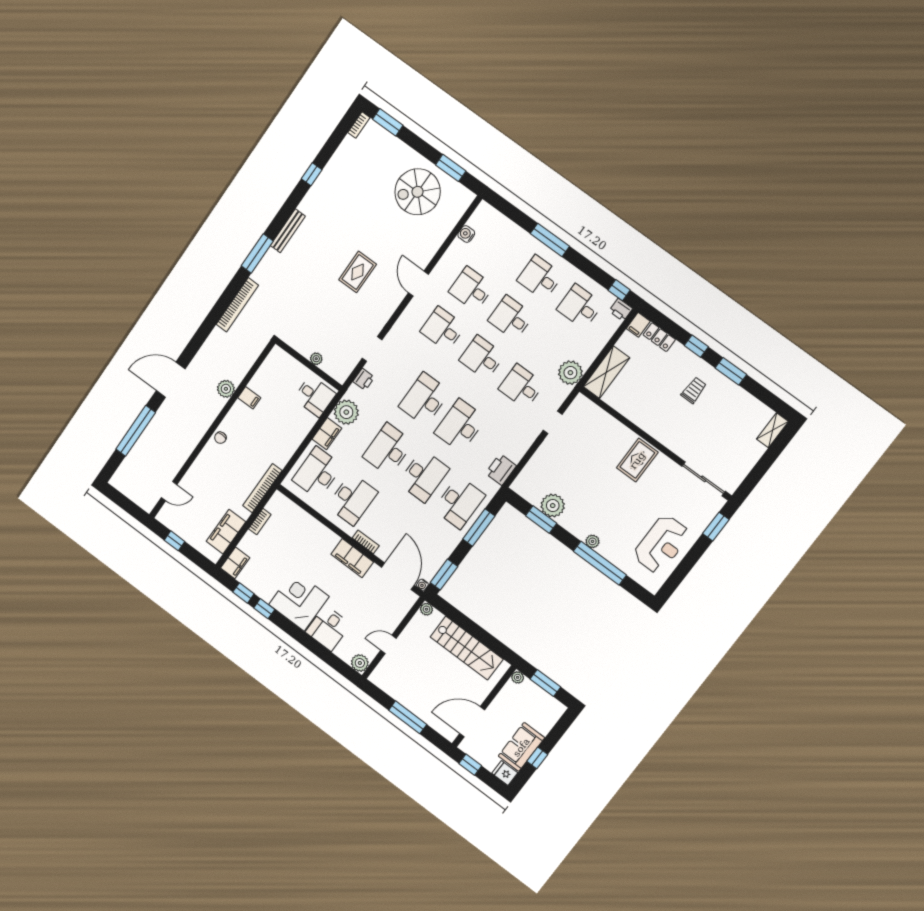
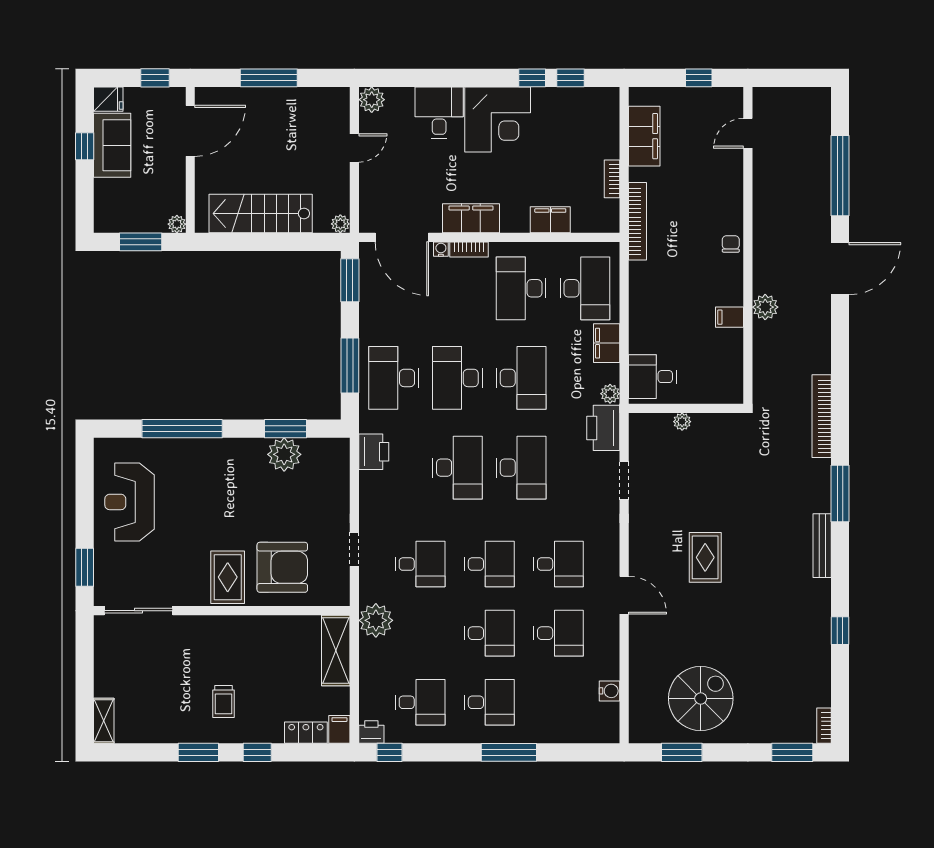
printer: (364, 379) -> (603, 428), width x1.87, depth x1.48
plant: (346, 412) -> (610, 394), width x0.53, depth x0.53
armchair: (602, 443) -> (282, 567), added
plant: (592, 541) -> (209, 447), removed
filing cabinet: (235, 563) -> (550, 220), moved, turned 90
water cooler: (422, 585) -> (441, 249), moved

